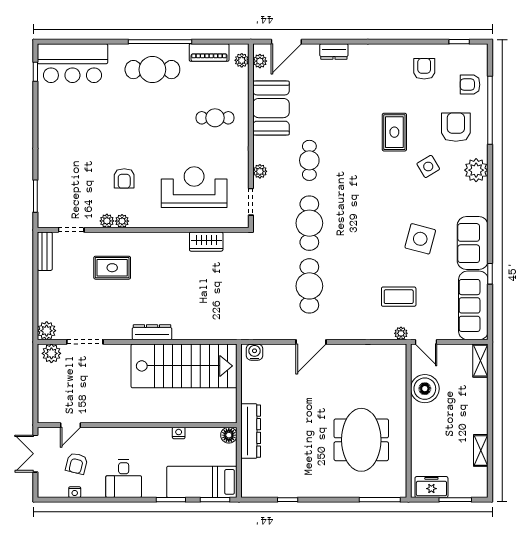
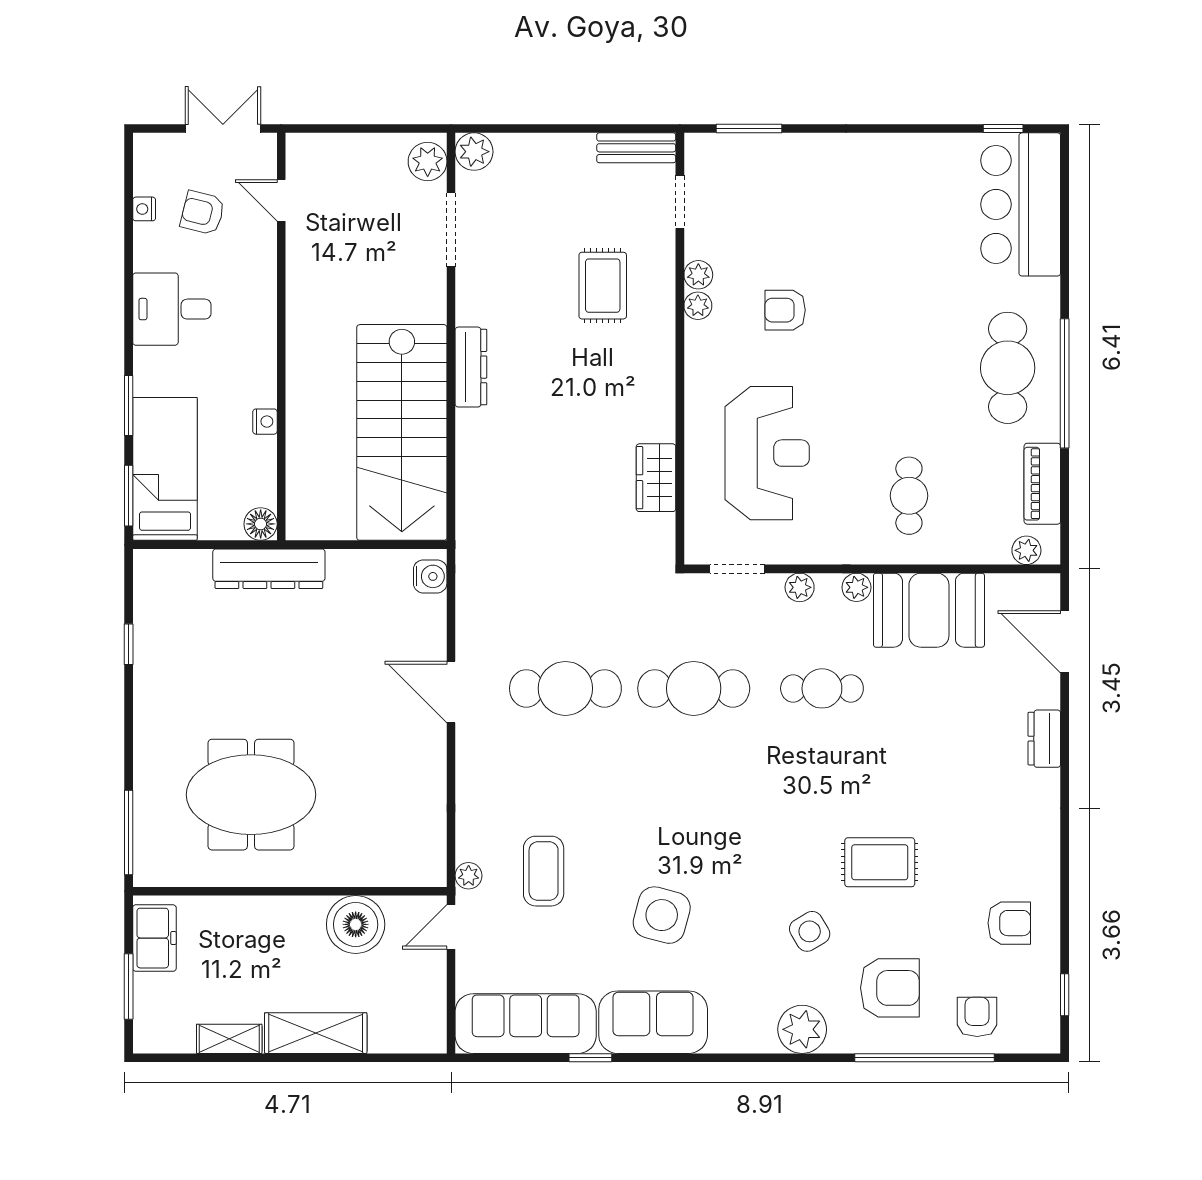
plant: (260, 61) -> (856, 587), moved
shelving: (480, 361) -> (316, 1033), moved, width x1.50, depth x1.33

